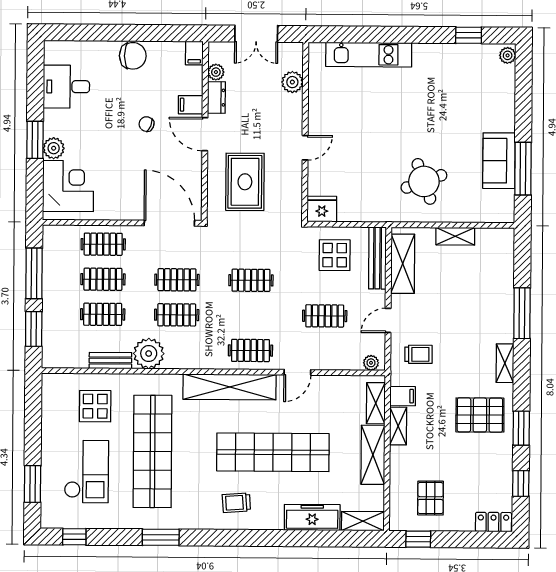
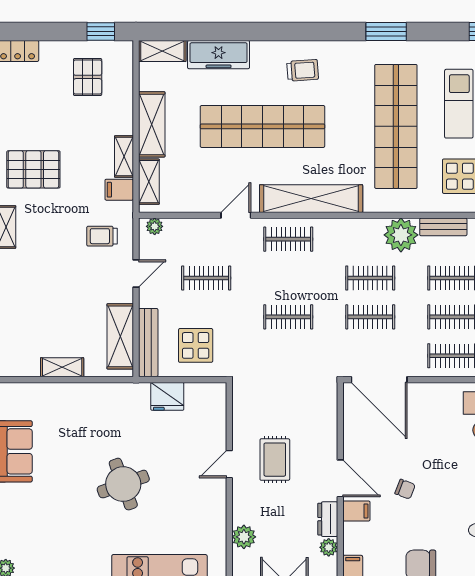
round table: (424, 181) -> (123, 484), moved
rug: (245, 182) -> (275, 460), moved, width x0.73, depth x0.70
fridge: (322, 209) -> (167, 396), moved

